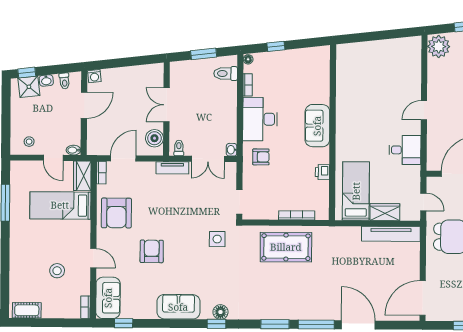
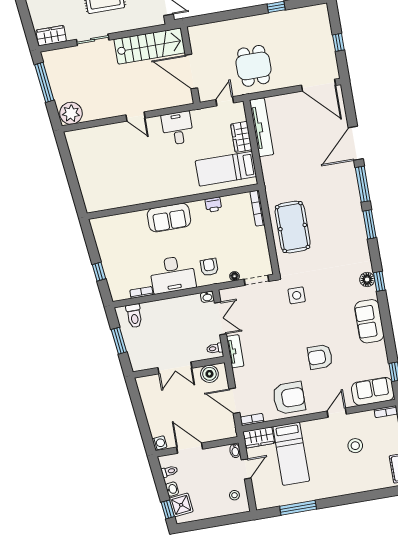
floor lamp: (248, 59) -> (235, 276), moved
bookcase: (297, 215) -> (257, 208), moved

